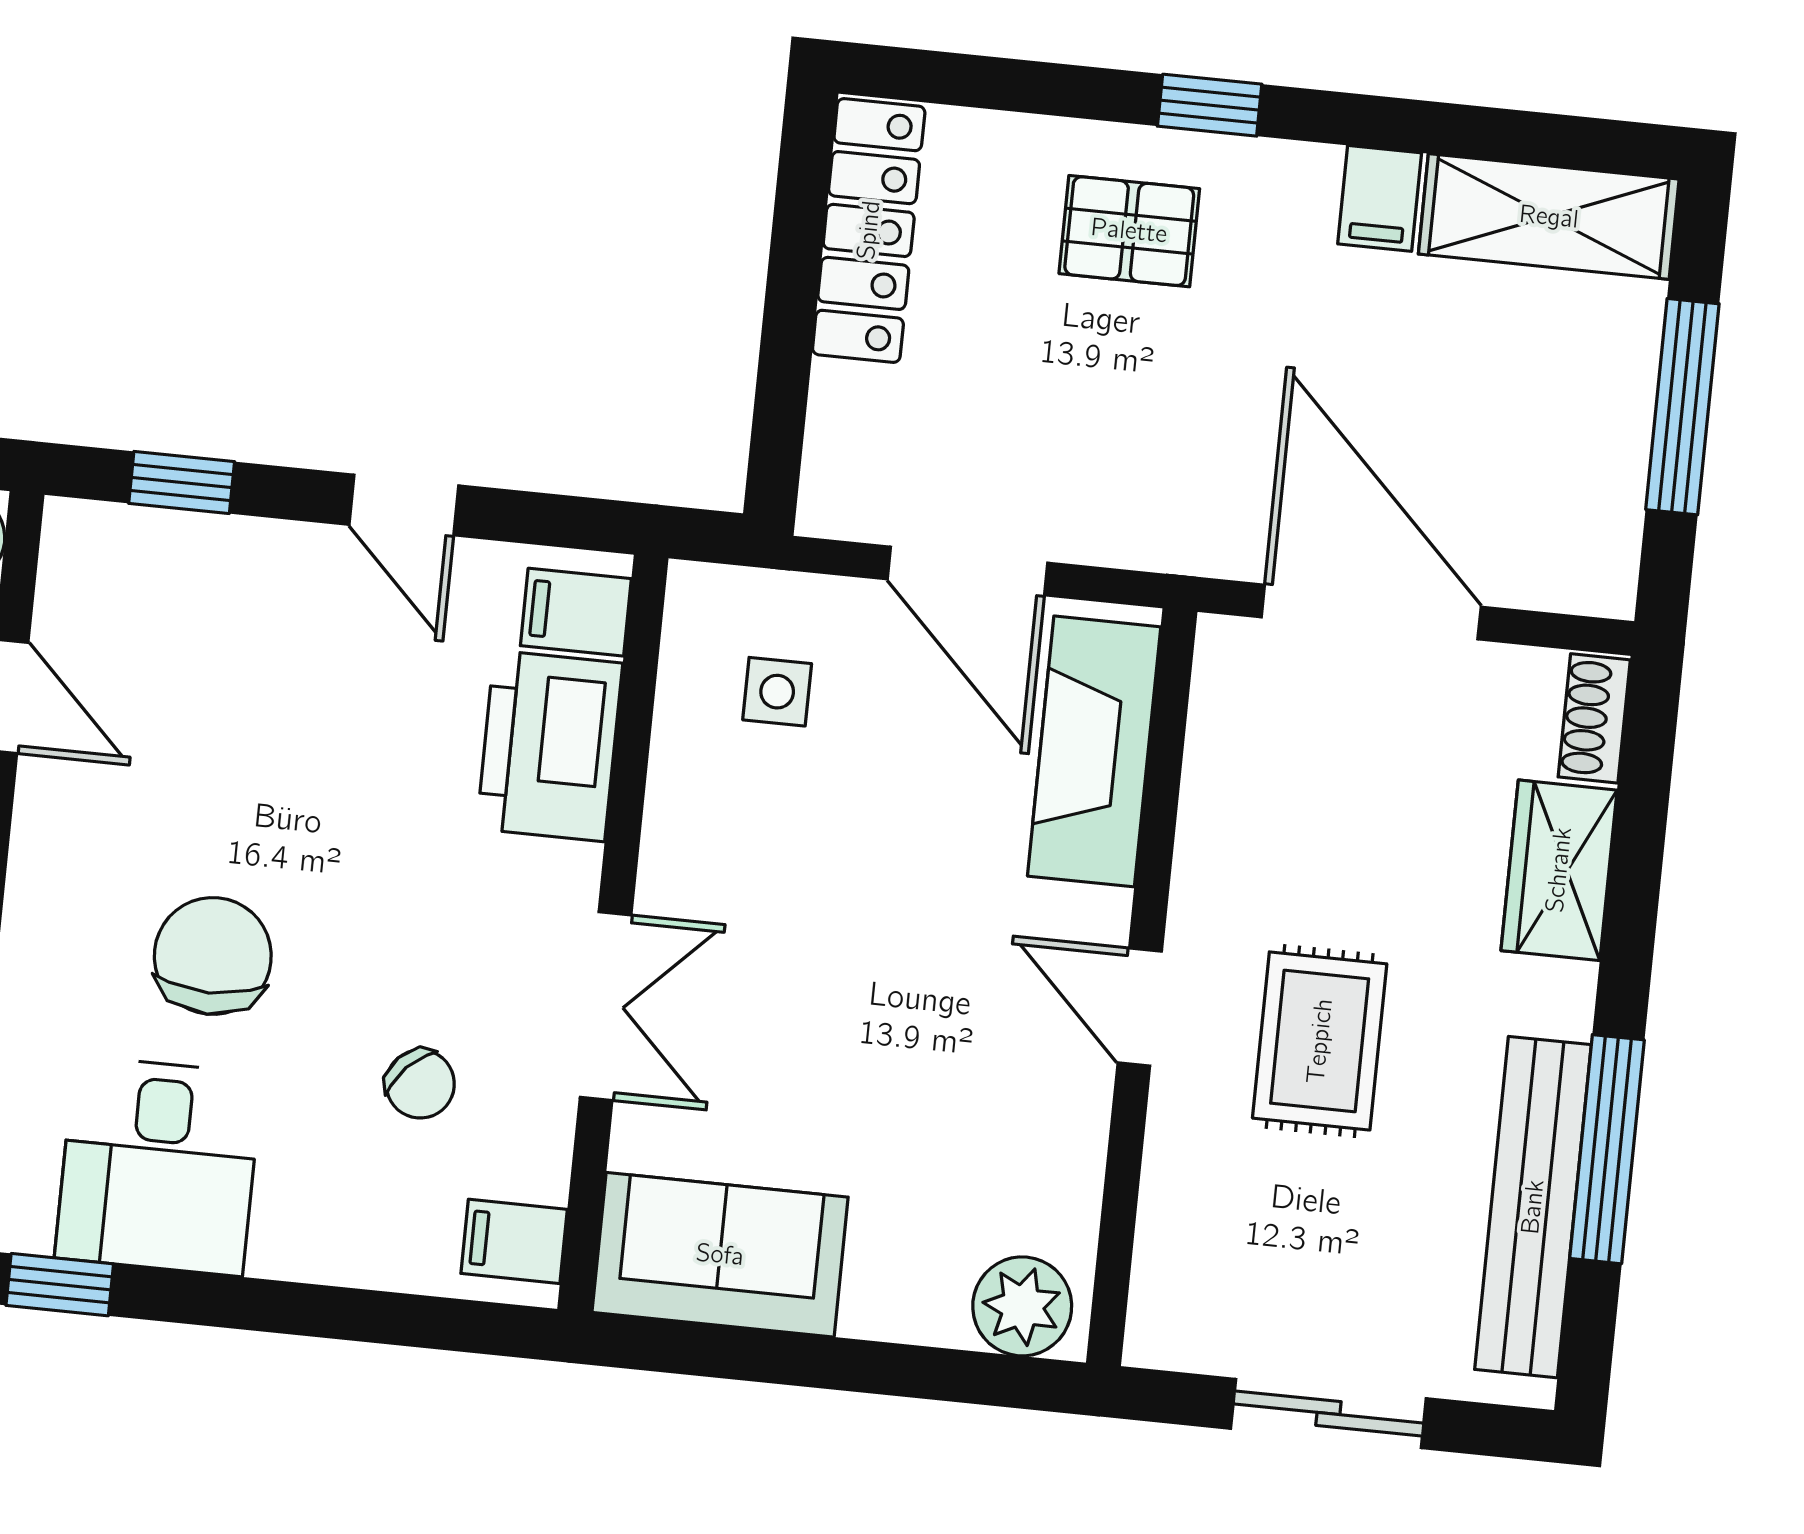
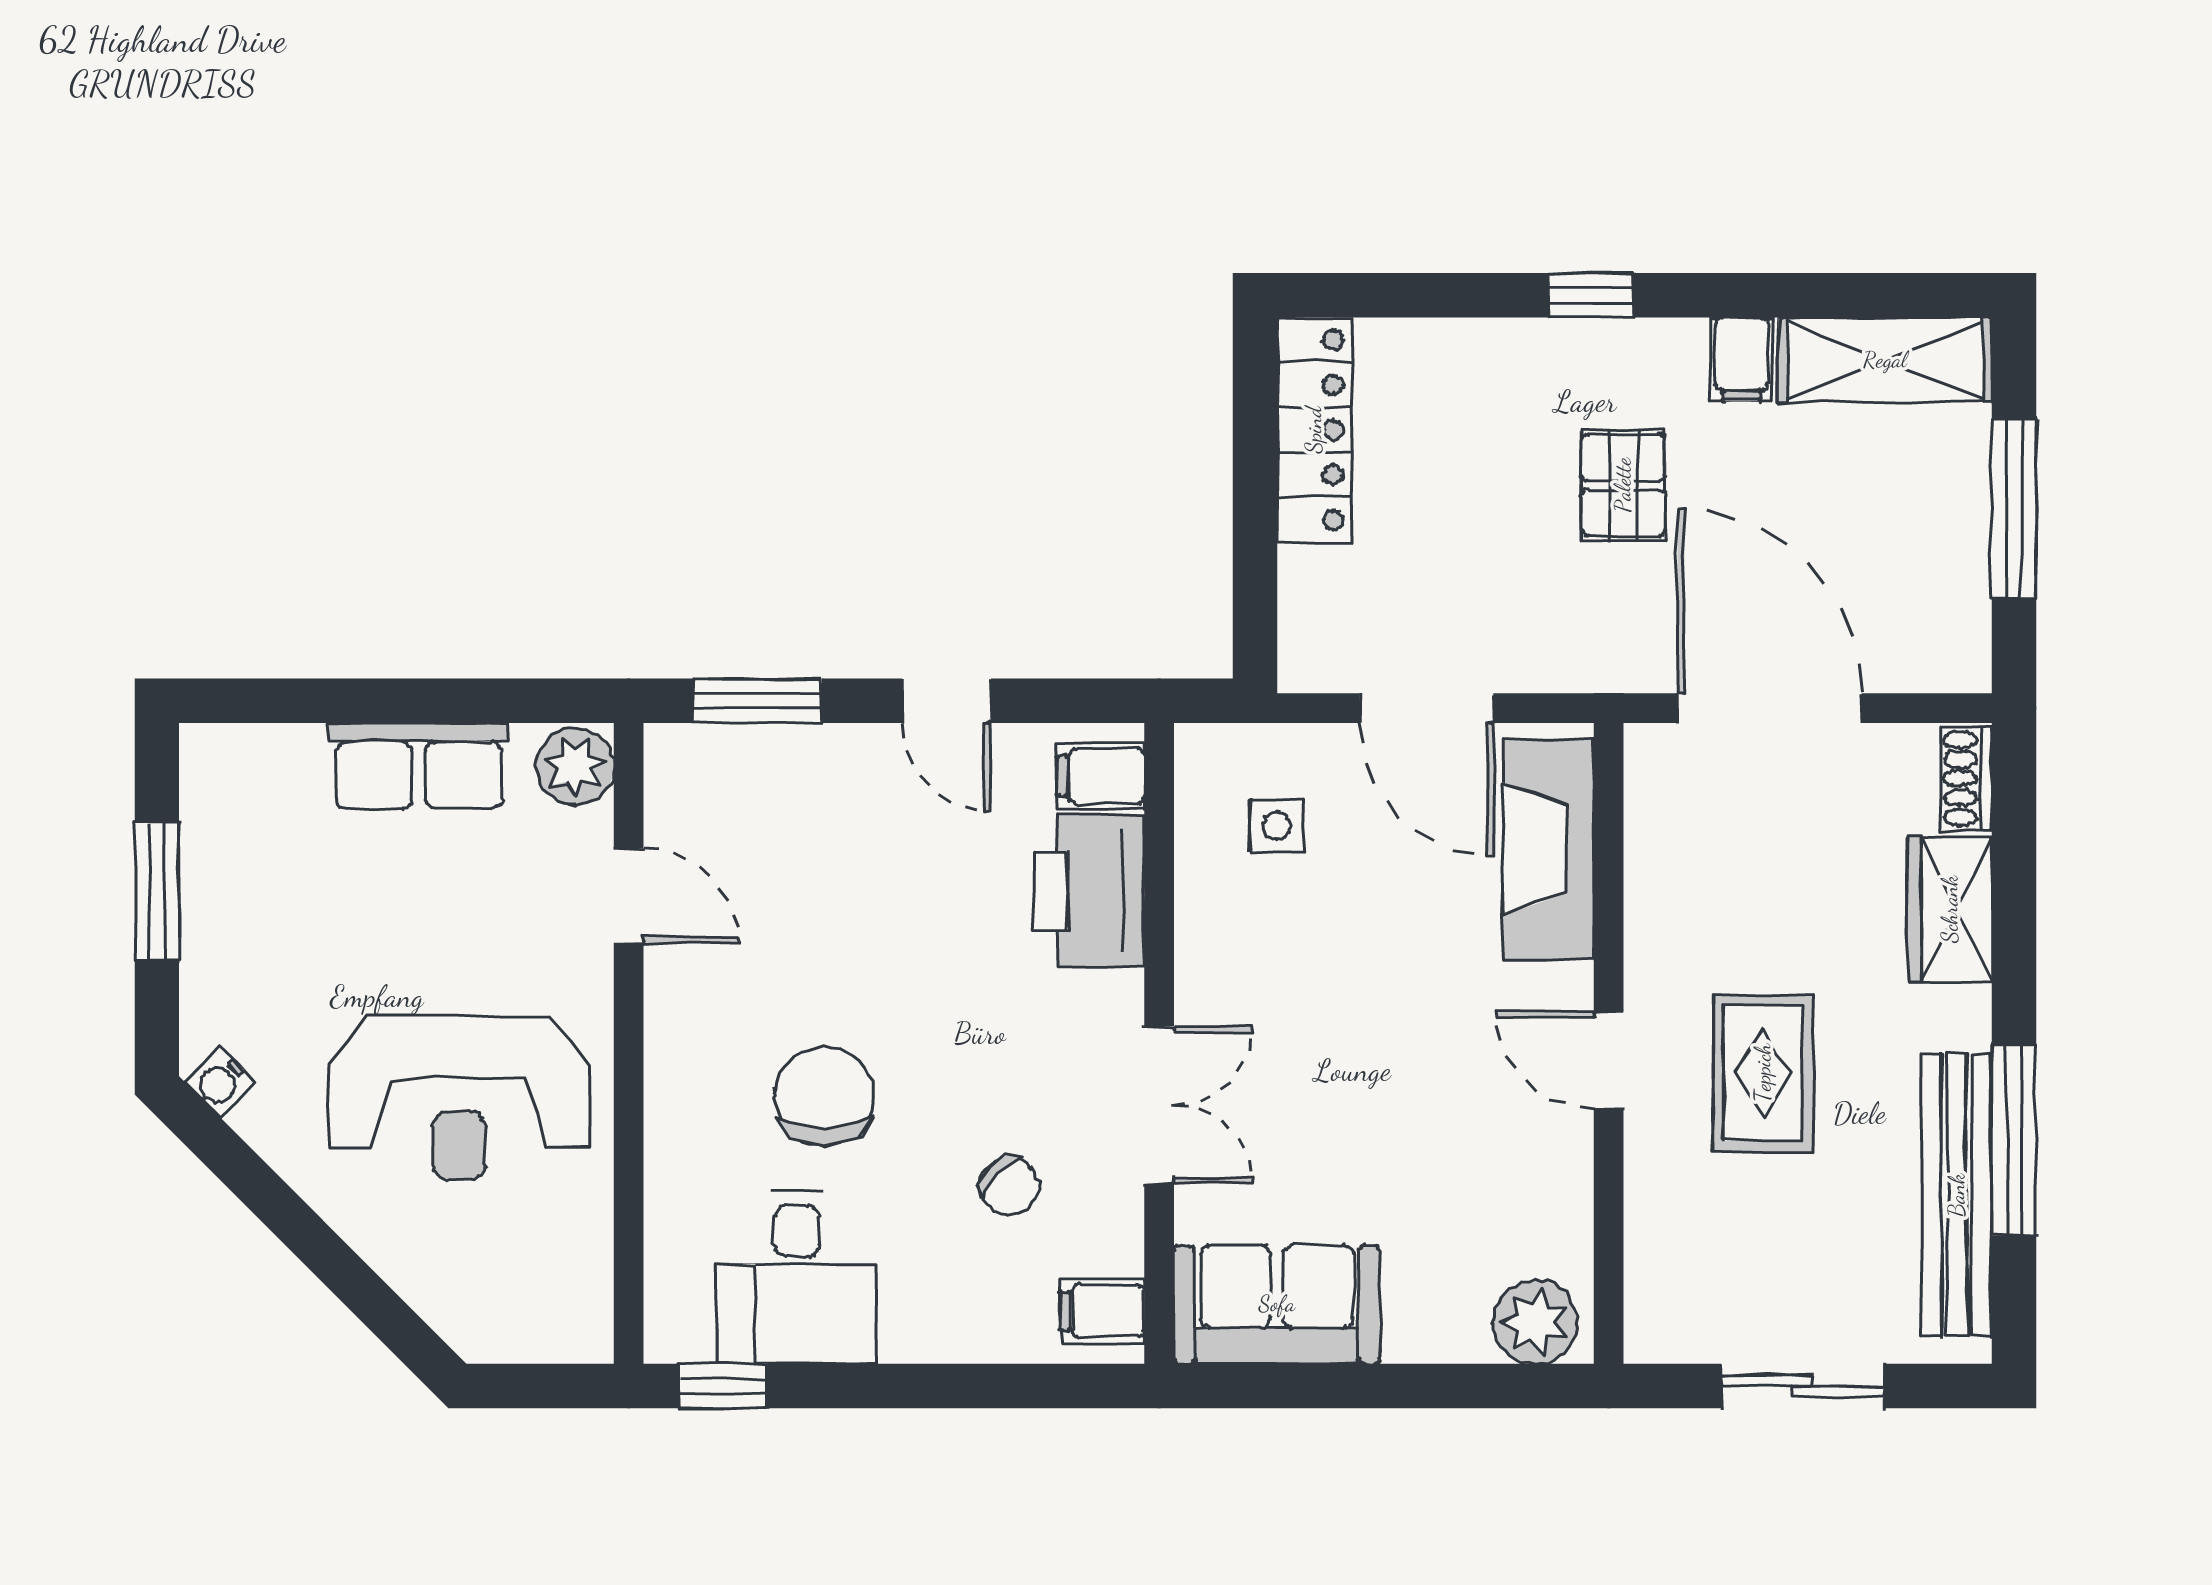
pallet: (1129, 231) -> (1623, 485), moved, turned 90
window: (182, 482) -> (758, 701), width x1.50

